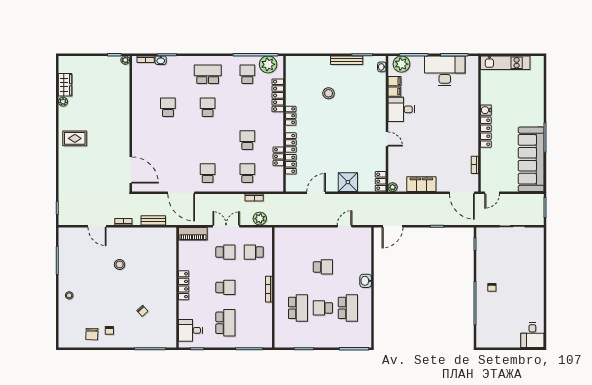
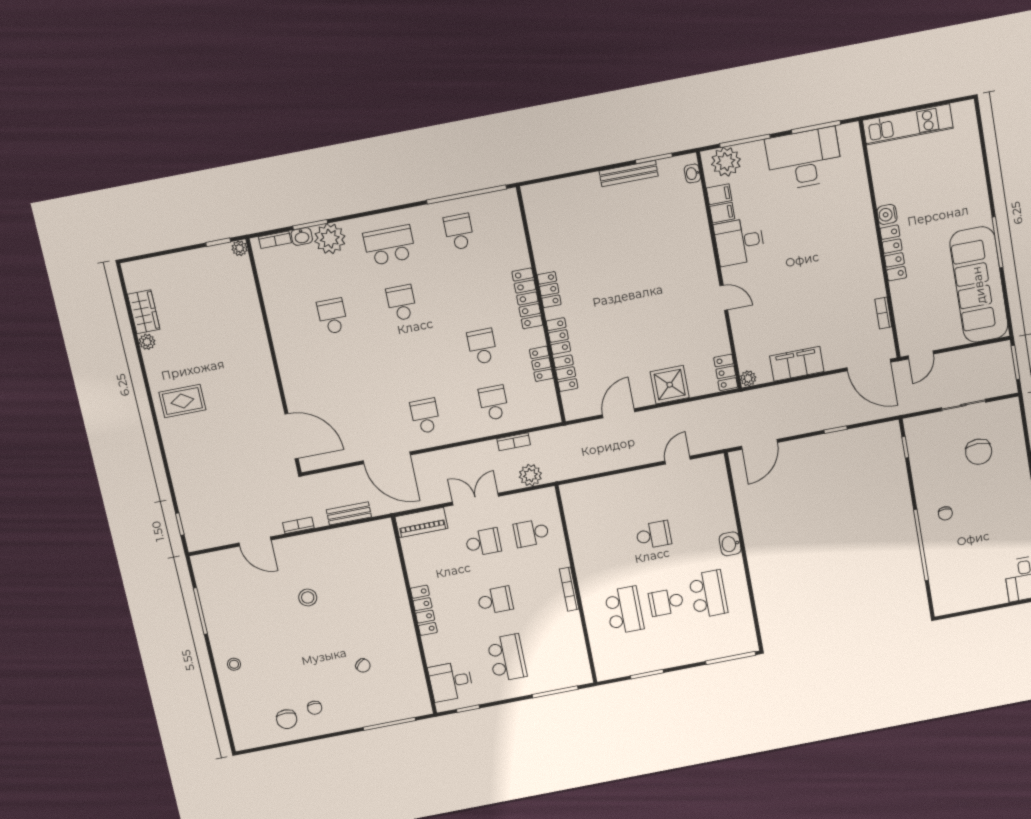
plant: (268, 64) -> (330, 239), moved
stool: (329, 93) -> (608, 238), removed
locker: (278, 95) -> (527, 298), moved
chair: (516, 255) -> (979, 452), added

